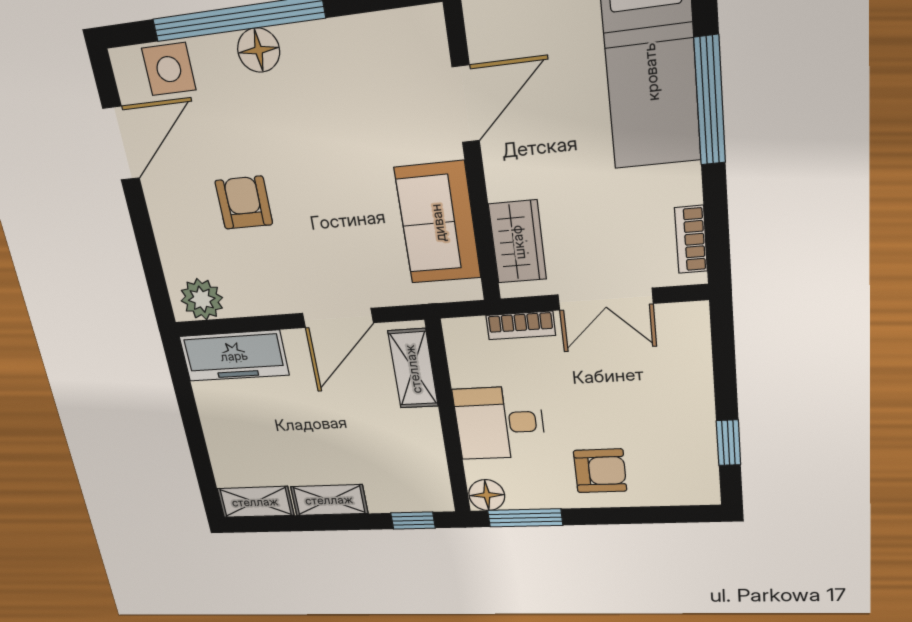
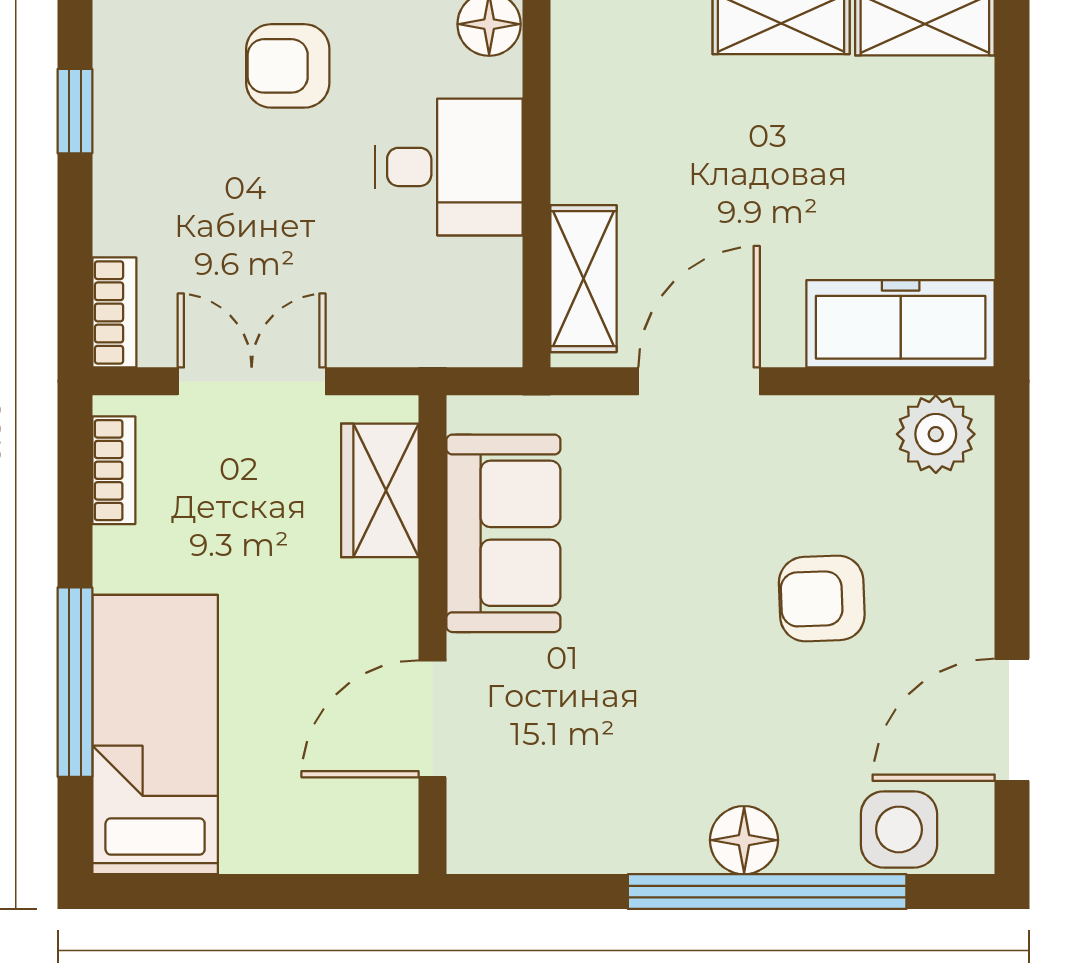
armchair: (244, 203) -> (822, 599), turned 88
bookcase: (521, 325) -> (114, 312), moved, turned 90

